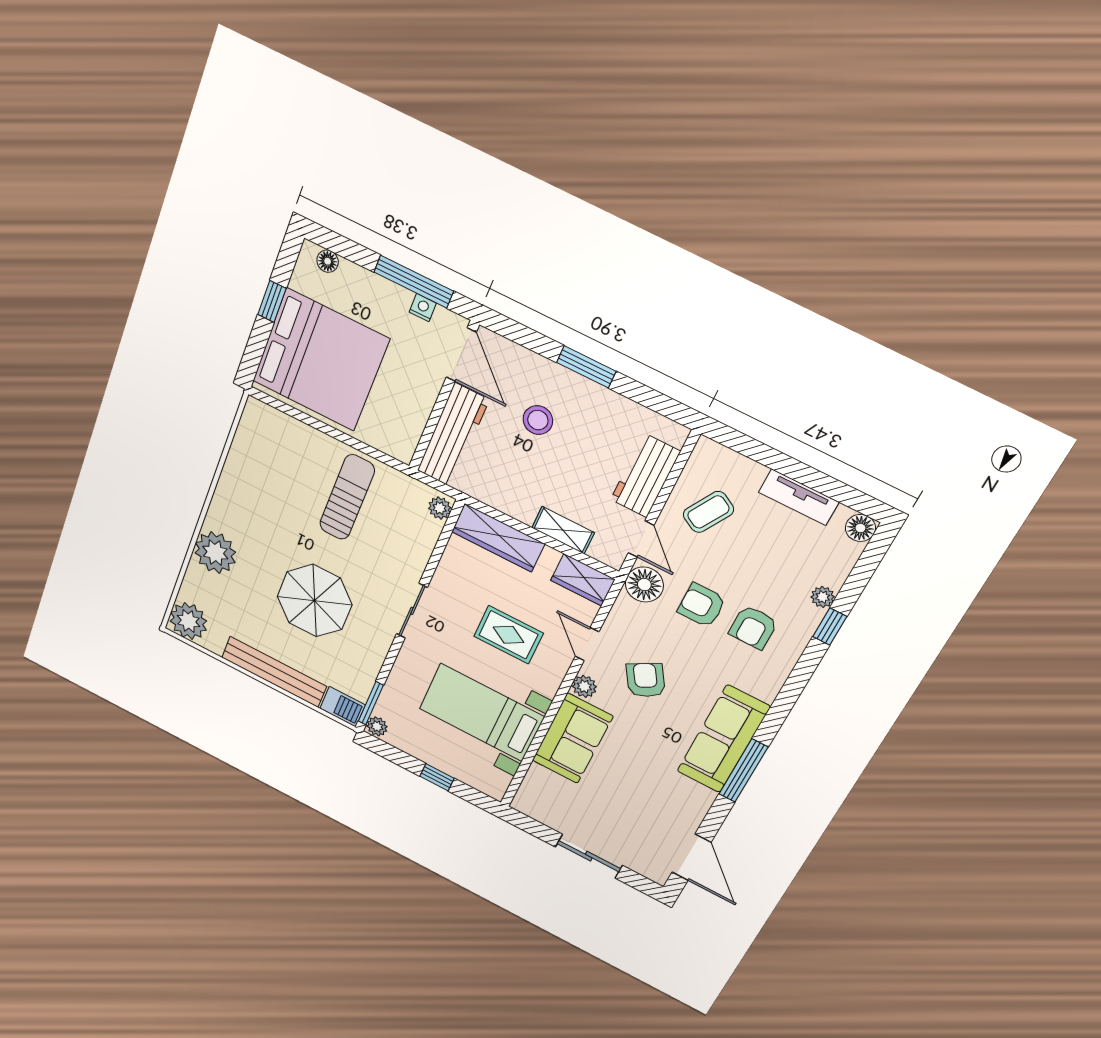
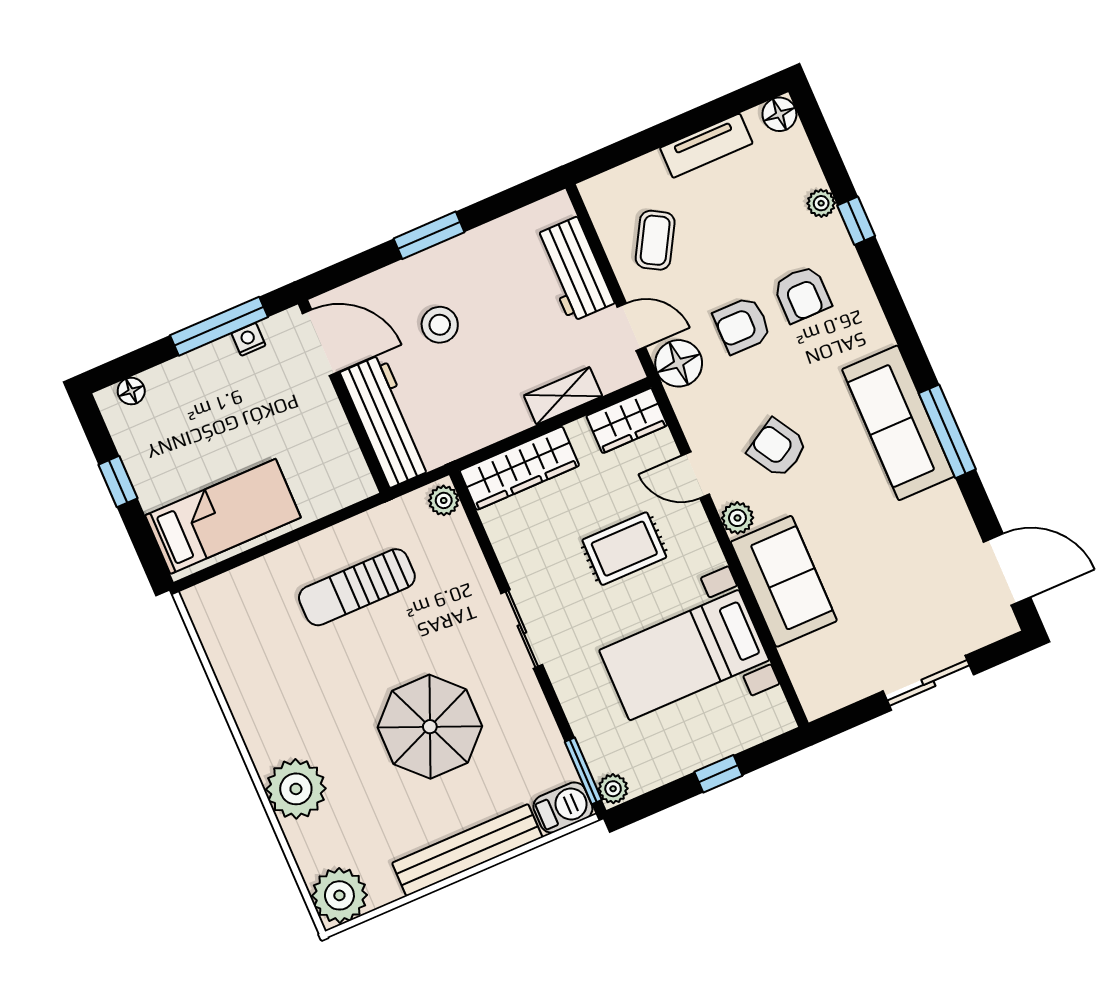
bed: (320, 360) -> (223, 516), width x0.49
sun lounger: (347, 497) -> (357, 587), turned -90

